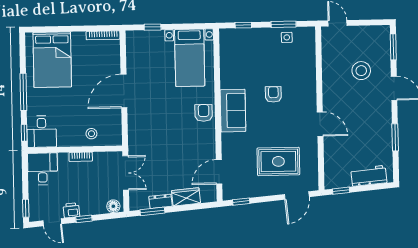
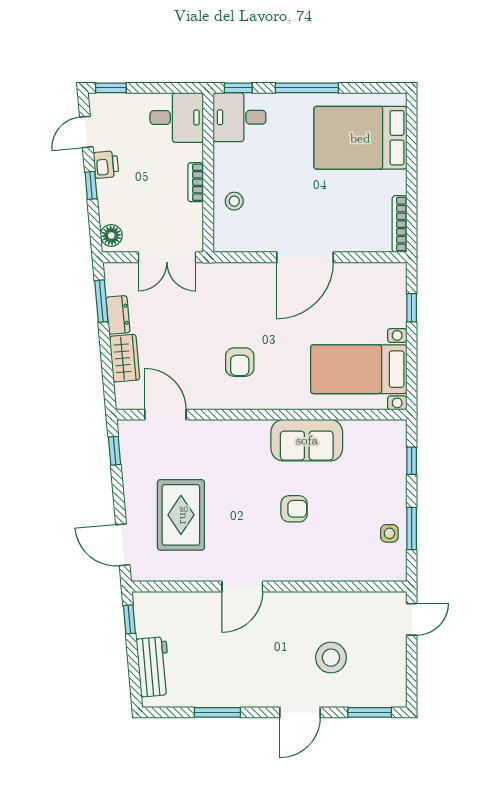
door: (124, 91) -> (305, 257), swing flipped
sofa: (233, 111) -> (307, 440), moved
armchair: (204, 113) -> (240, 362), moved, turned 90

